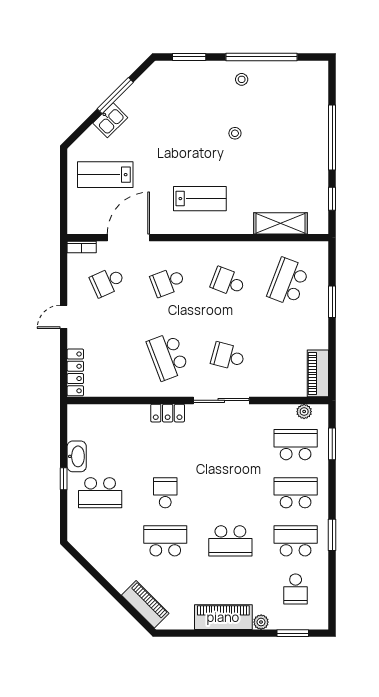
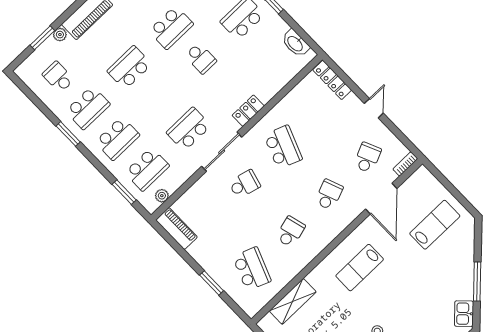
kitchen sink: (110, 120) -> (464, 314), moved
school desk: (228, 282) -> (290, 232), turned -36
school desk: (168, 356) -> (283, 147), turned 42
school desk: (230, 445) -> (189, 129), added
washbasin: (77, 456) -> (295, 43), moved
window: (293, 633) -> (42, 38), moved

